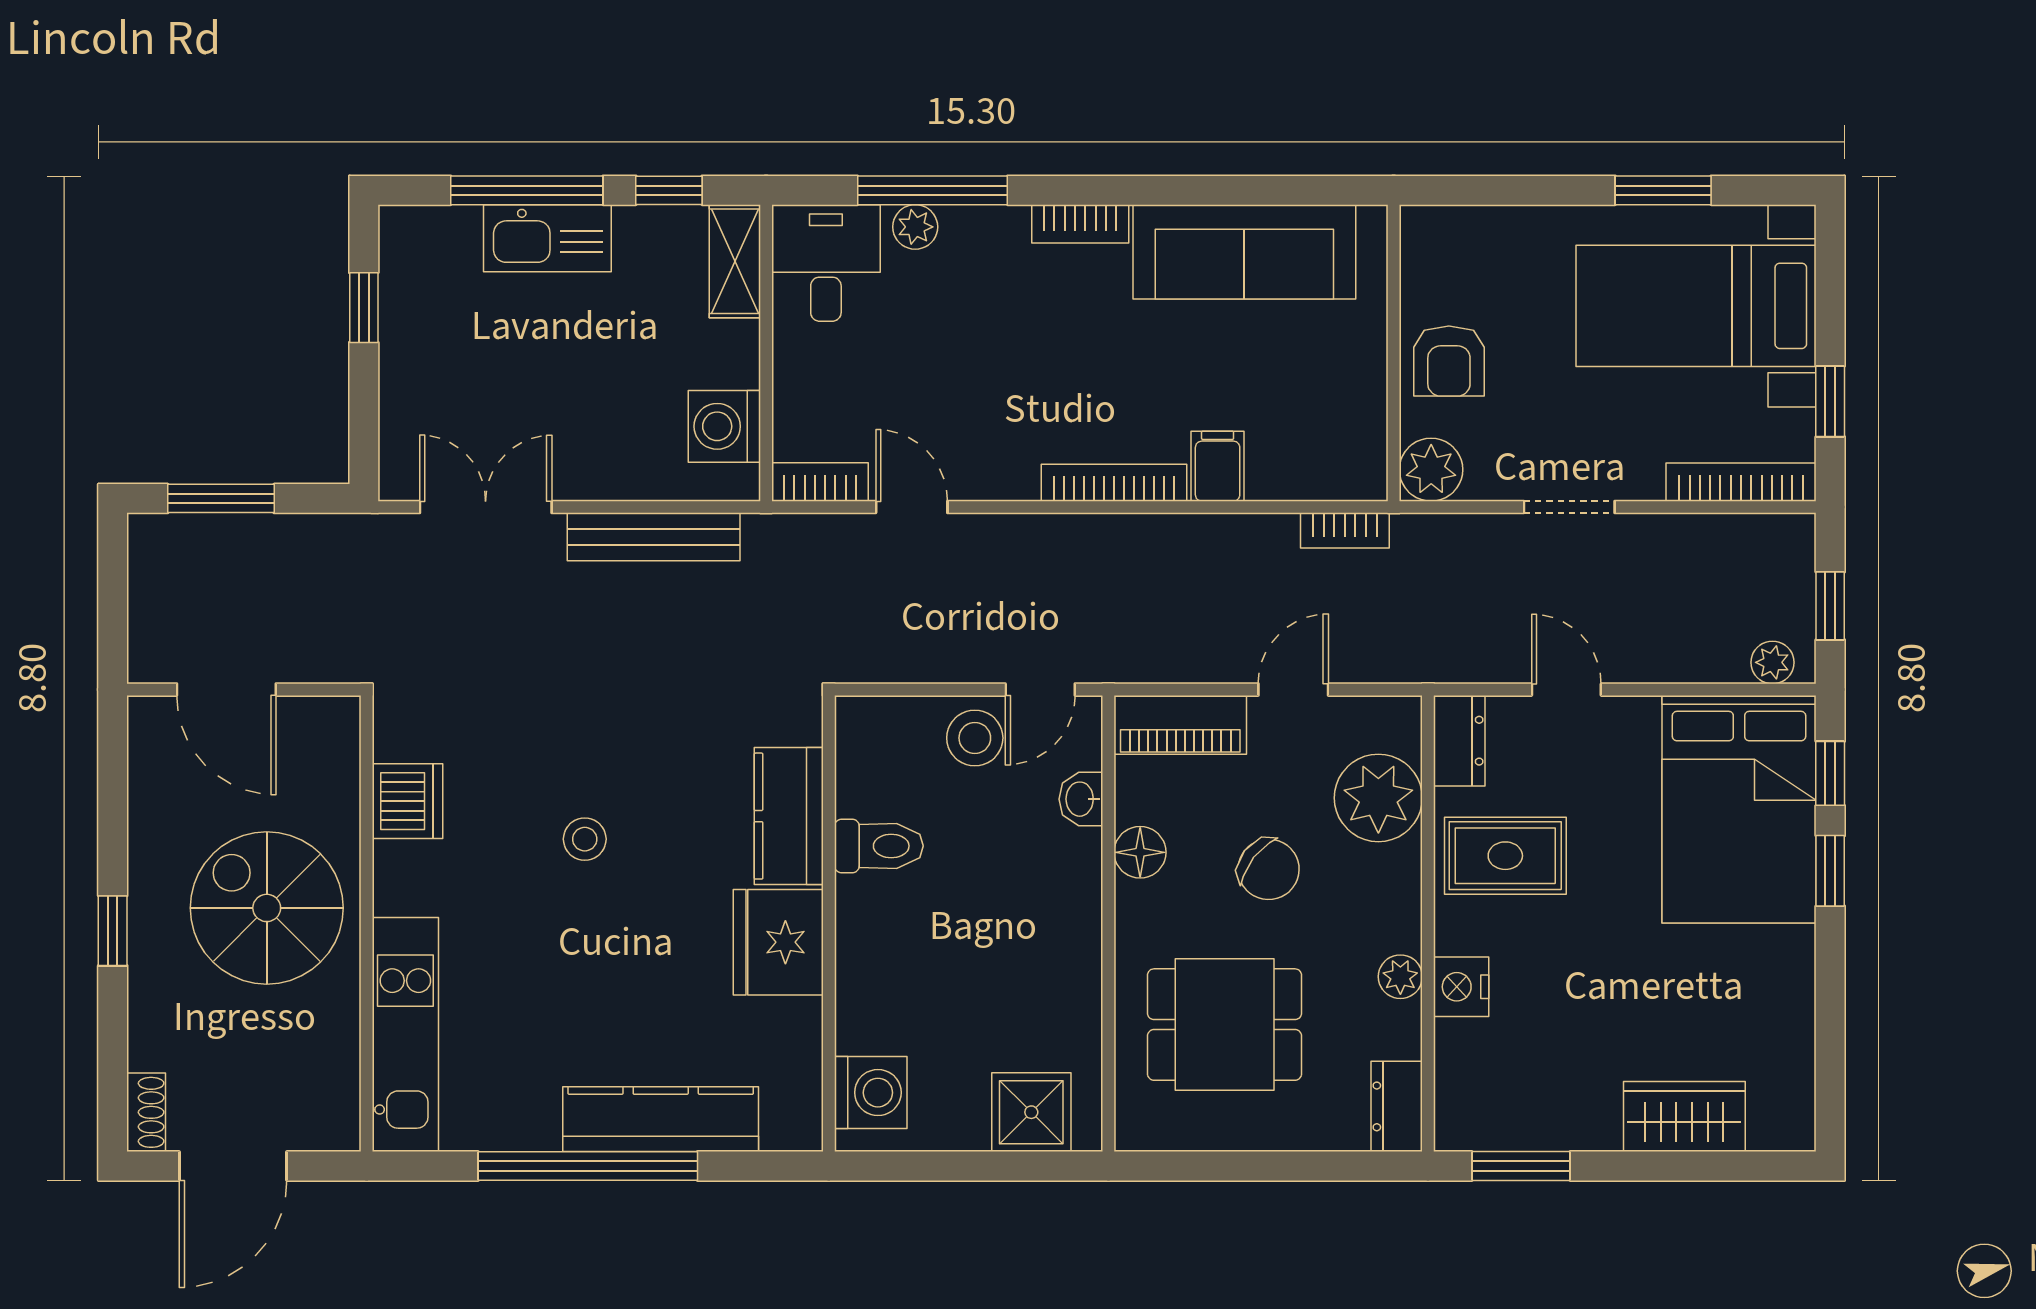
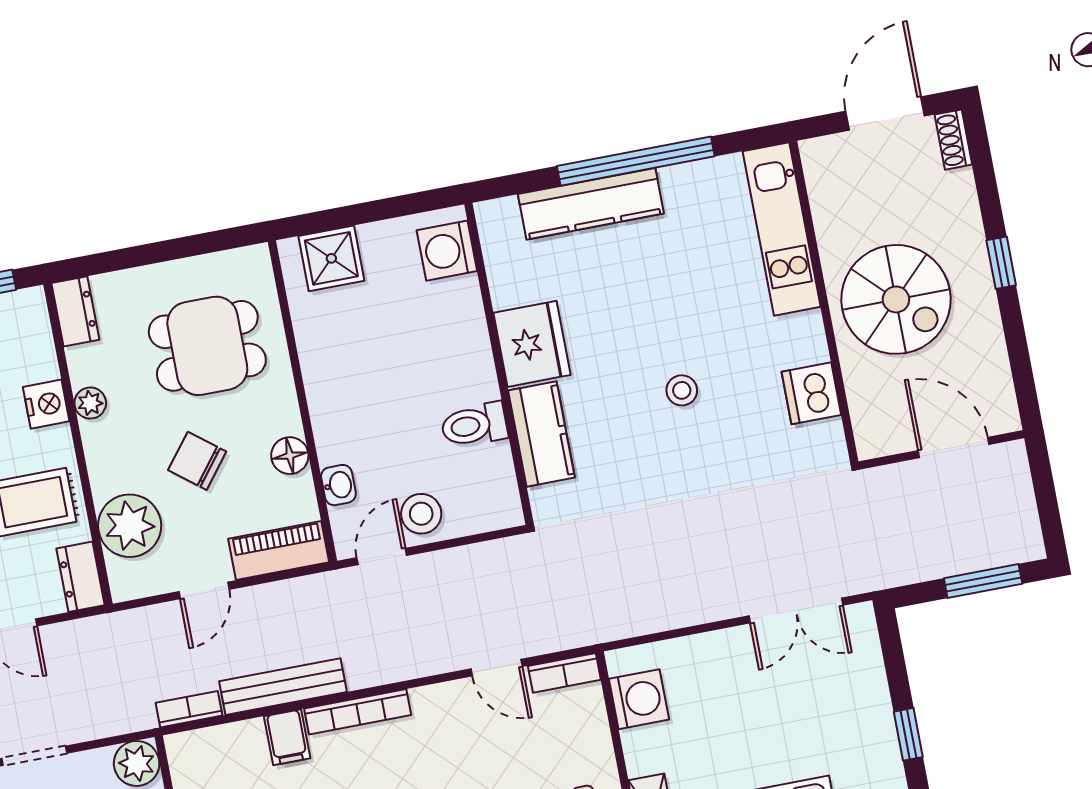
bench: (654, 537) -> (283, 687), moved

